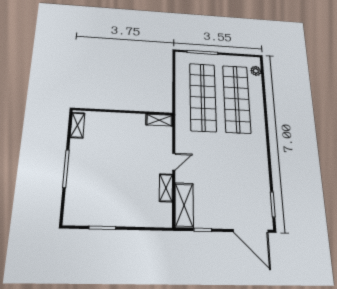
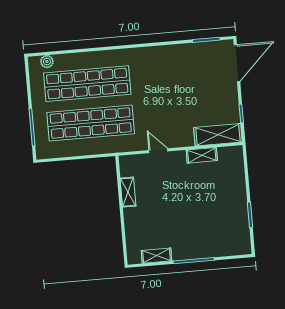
shelving: (159, 120) -> (128, 192), moved
shelving: (78, 125) -> (156, 256), moved
door: (174, 162) -> (158, 151), moved

